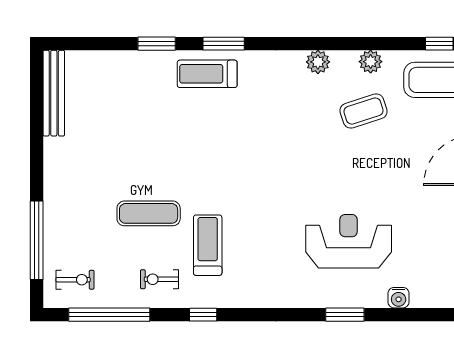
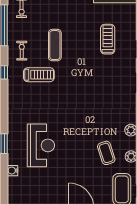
treadmill: (207, 74) -> (108, 39), moved

